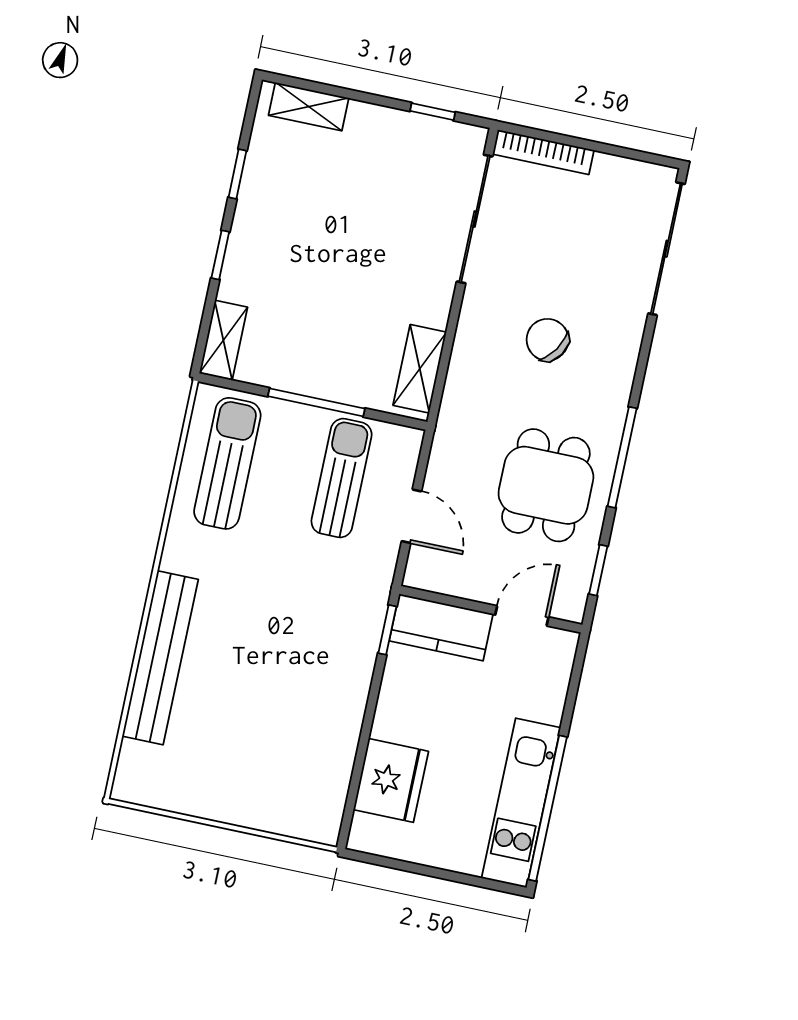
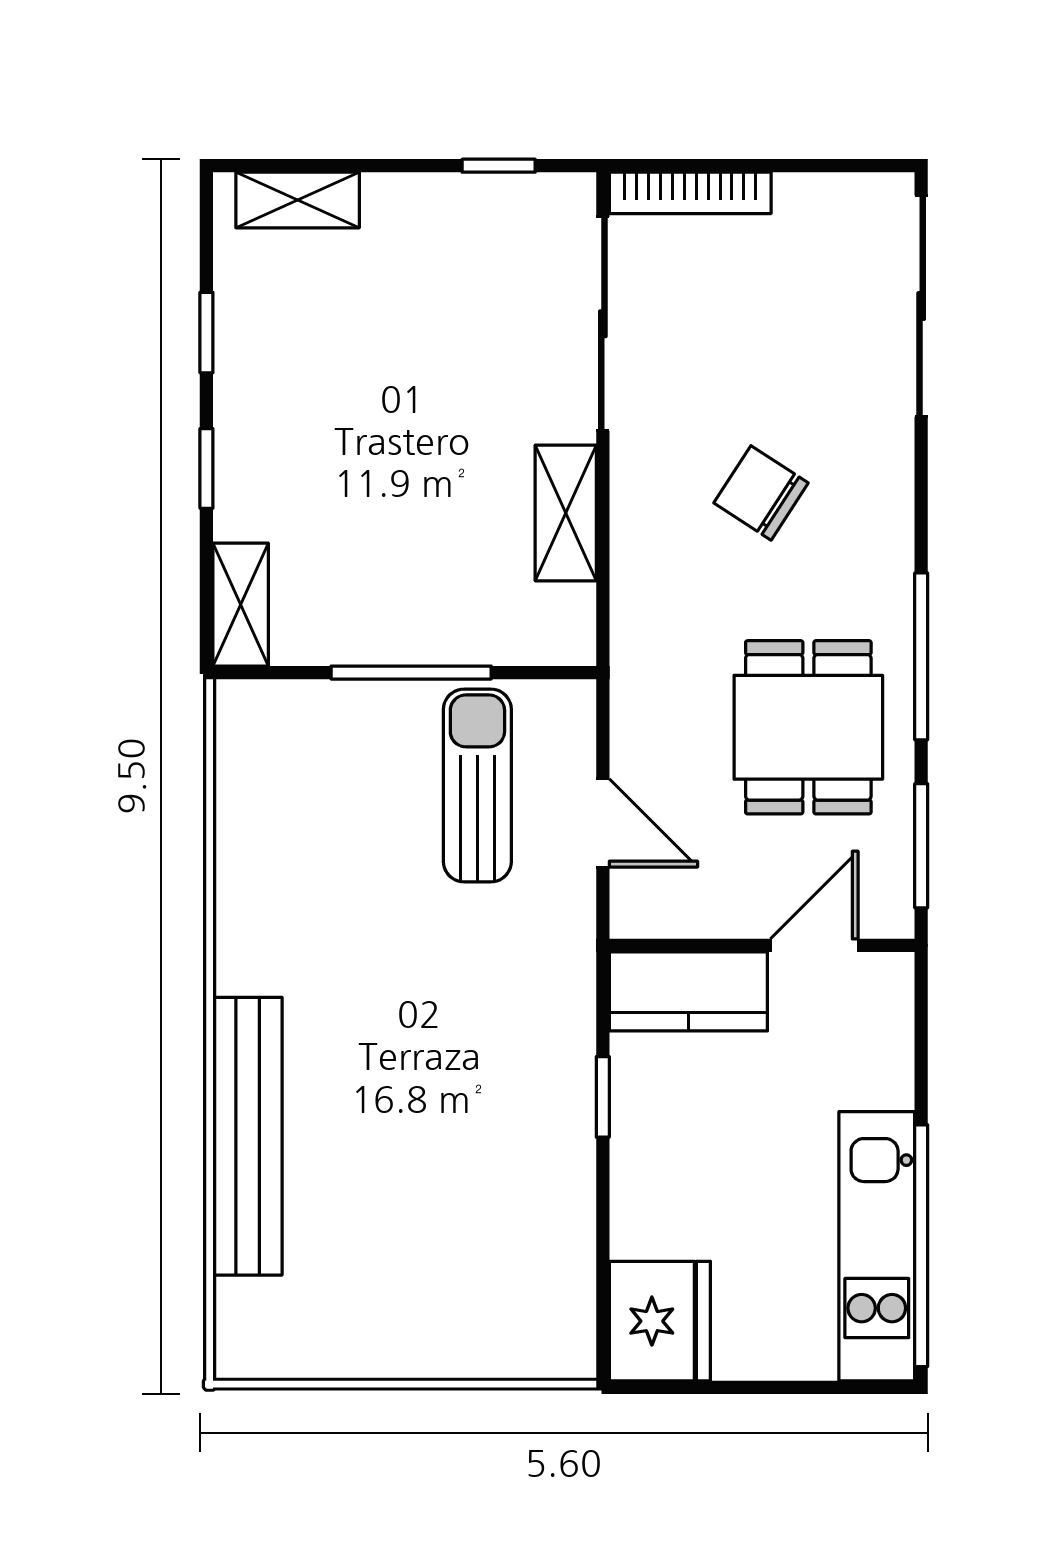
shelving: (420, 369) -> (566, 513), moved
sun lounger: (227, 463) -> (289, 801), removed
window: (598, 570) -> (921, 846), width x1.50
window: (387, 630) -> (603, 1097), moved
fridge: (391, 780) -> (660, 1321), moved

